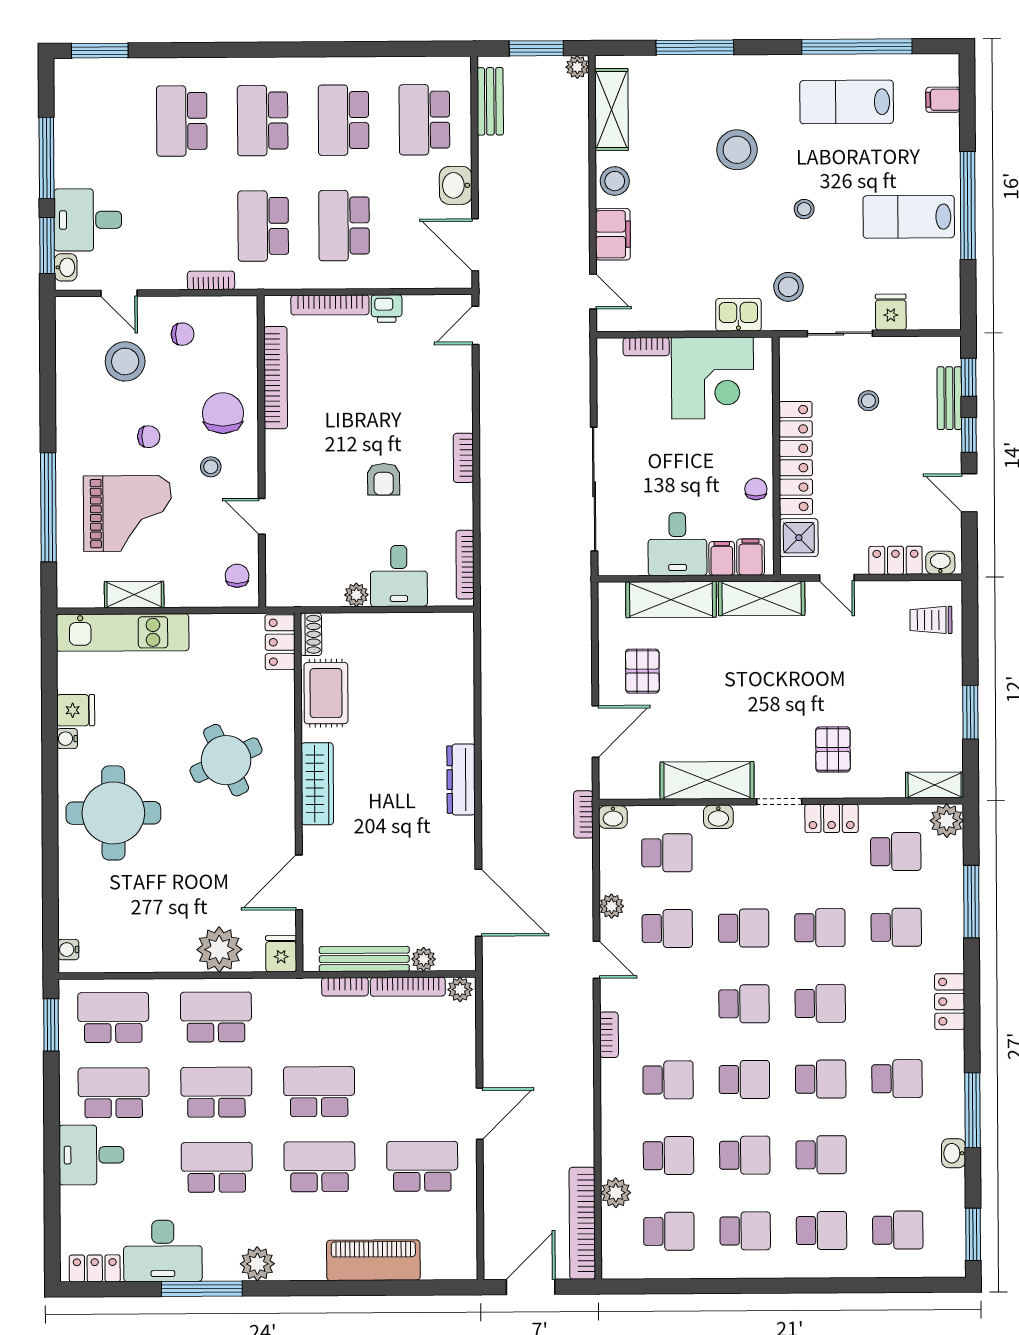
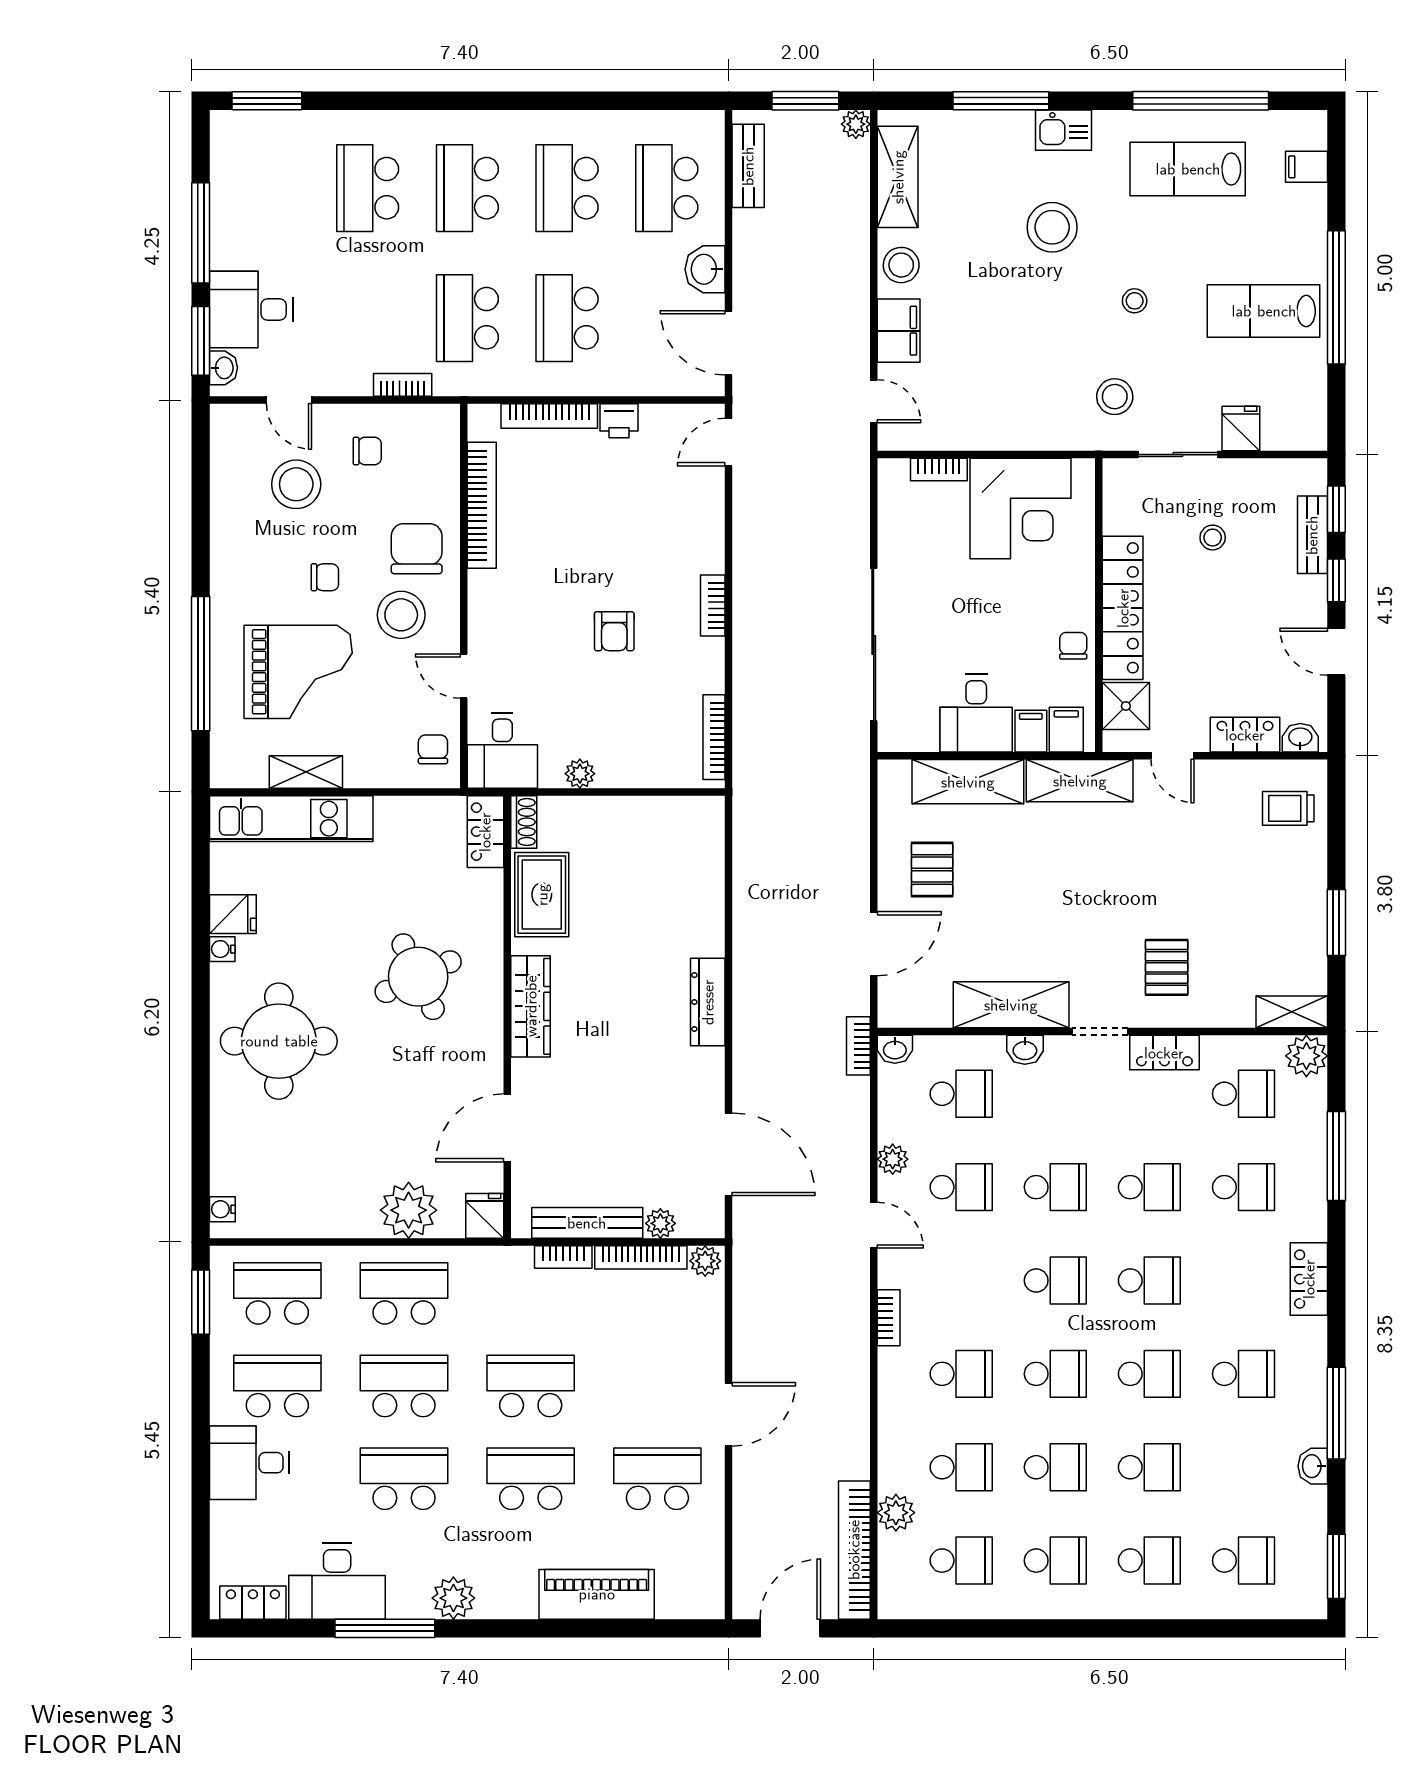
kitchen sink: (738, 315) -> (1064, 130), moved, turned 180
stool: (211, 467) -> (401, 615), width x1.89, depth x1.89
desk: (399, 576) -> (502, 751), moved

